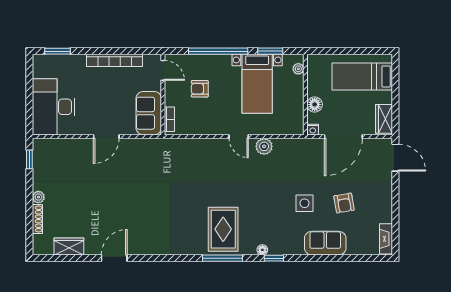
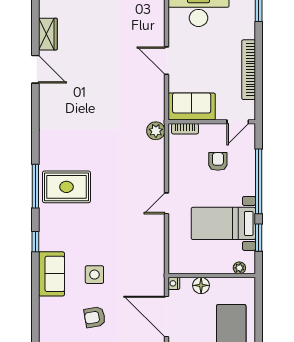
plant: (264, 146) -> (156, 131), moved
sofa: (325, 243) -> (51, 274), moved
wardrobe: (69, 246) -> (48, 34), moved
floor lamp: (262, 250) -> (44, 229), removed

